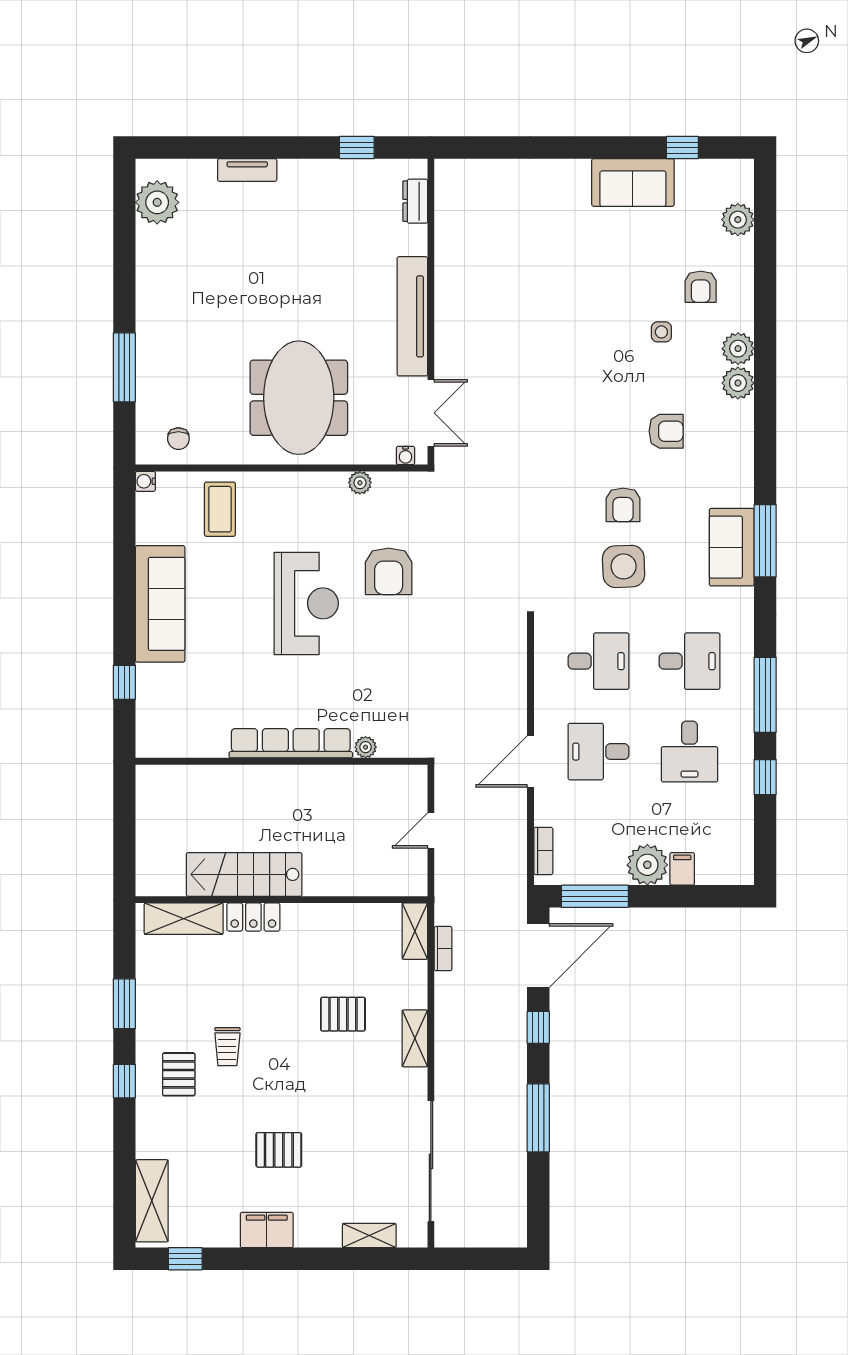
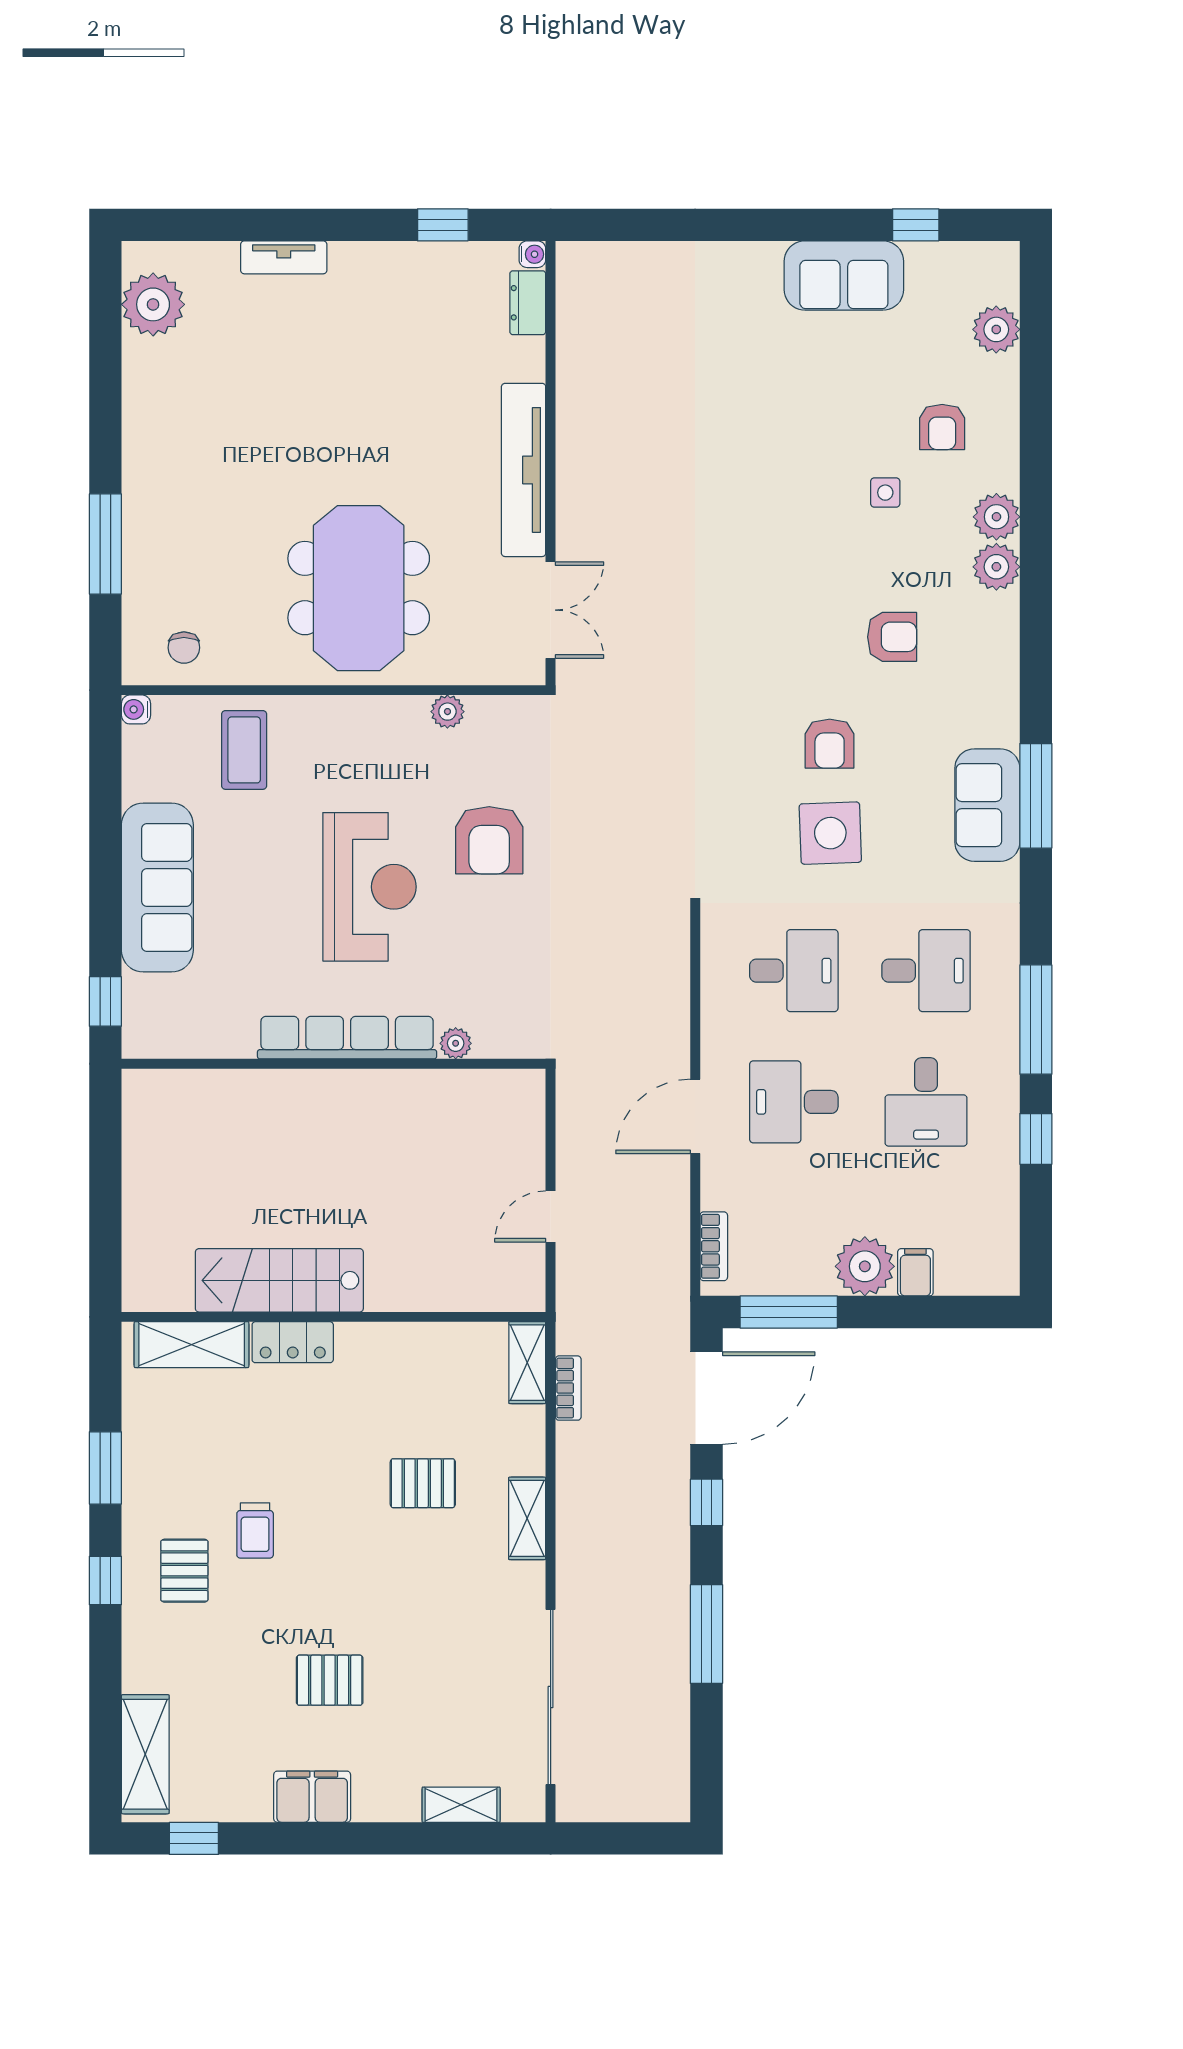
water cooler: (405, 455) -> (532, 254), moved, turned -90
row of seats: (291, 743) -> (347, 1038), moved
plant: (366, 747) -> (456, 1043), moved
wall: (282, 761) -> (334, 1064), moved

